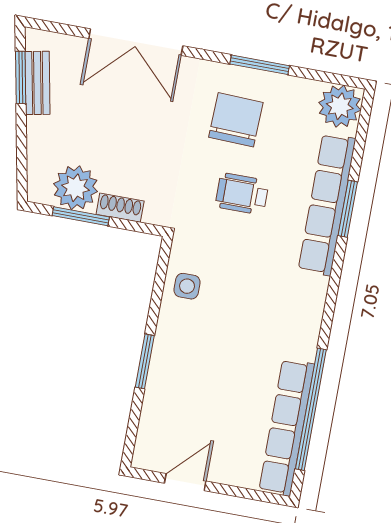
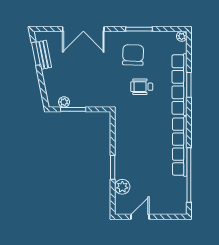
plant: (340, 106) -> (182, 36), width x0.53, depth x0.53
plant: (76, 188) -> (64, 102), width x0.53, depth x0.53
shoe rack: (120, 208) -> (90, 102), removed
side table: (187, 286) -> (125, 131), removed
plant: (158, 408) -> (122, 187), added
row of seats: (287, 427) -> (180, 147), moved

